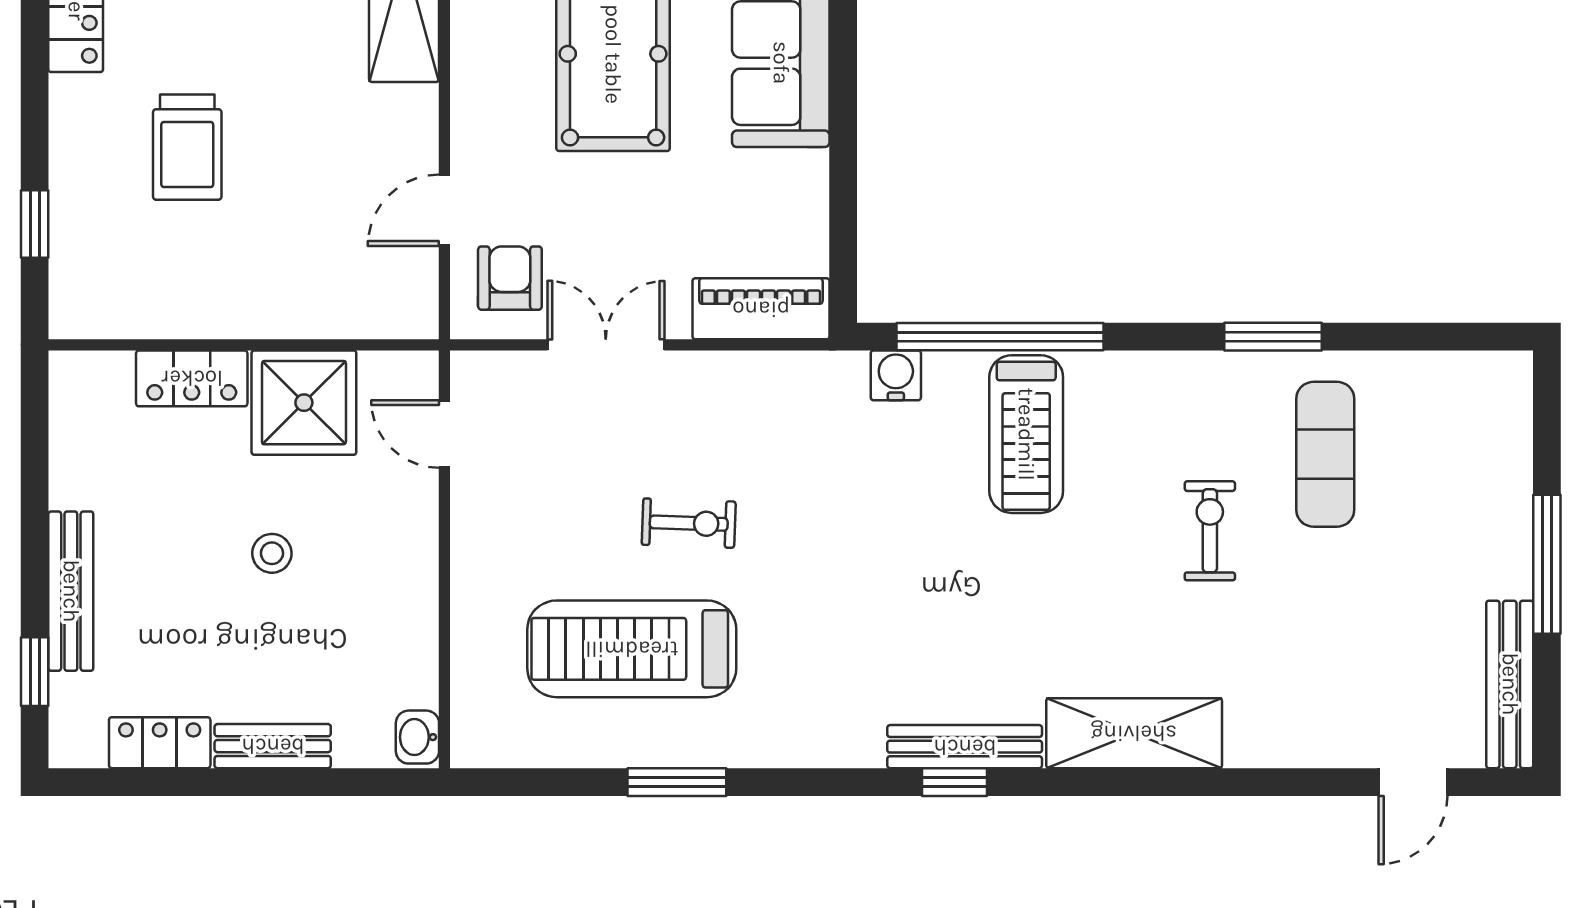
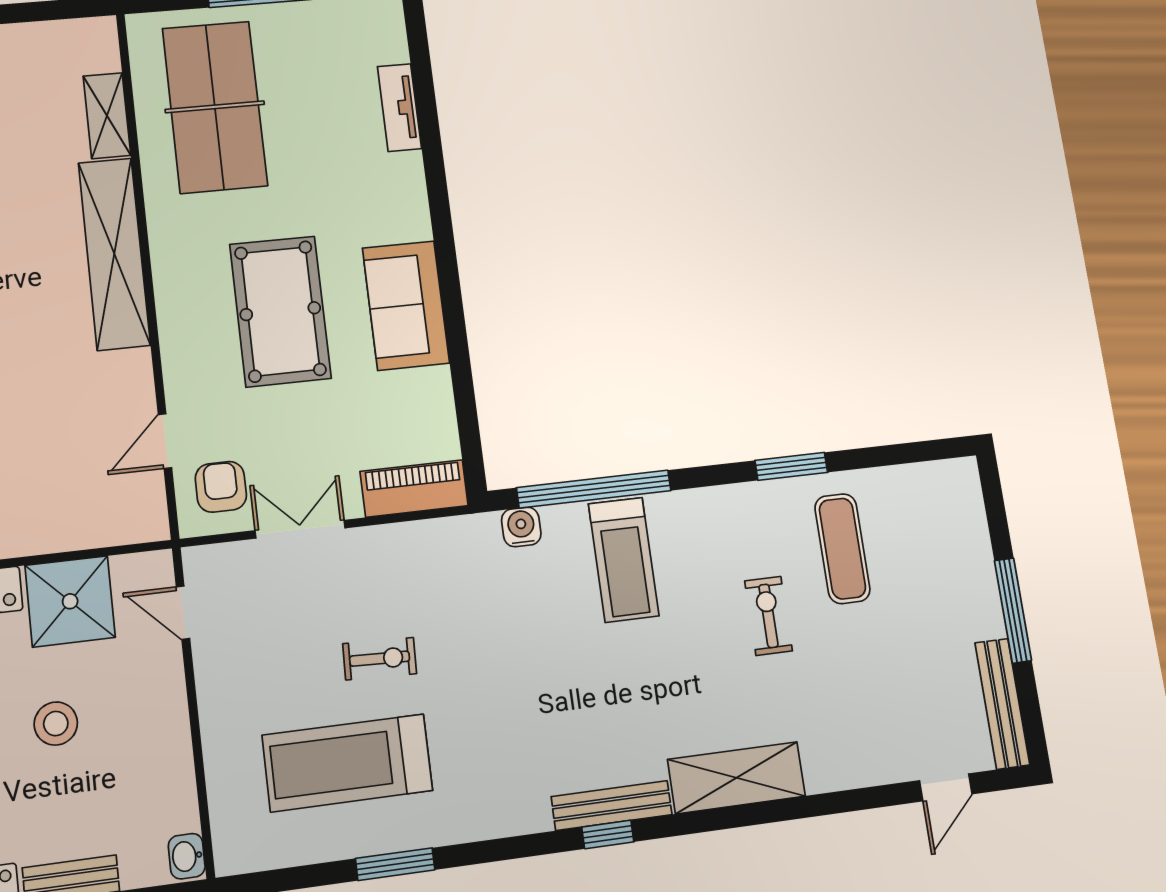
stool: (272, 553) -> (56, 724), width x1.37, depth x1.37

